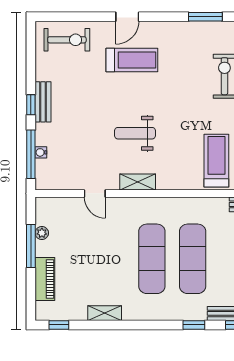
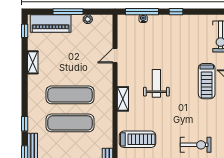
bench: (43, 102) -> (178, 20), removed
shelving: (138, 182) -> (123, 99), moved
window: (31, 246) -> (68, 12), moved
piano: (45, 279) -> (51, 23), width x1.37, depth x1.33

